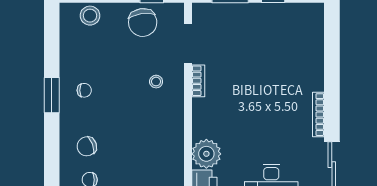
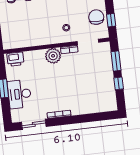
chair: (143, 22) -> (96, 17), turned 98
plant: (206, 154) -> (53, 56), moved

